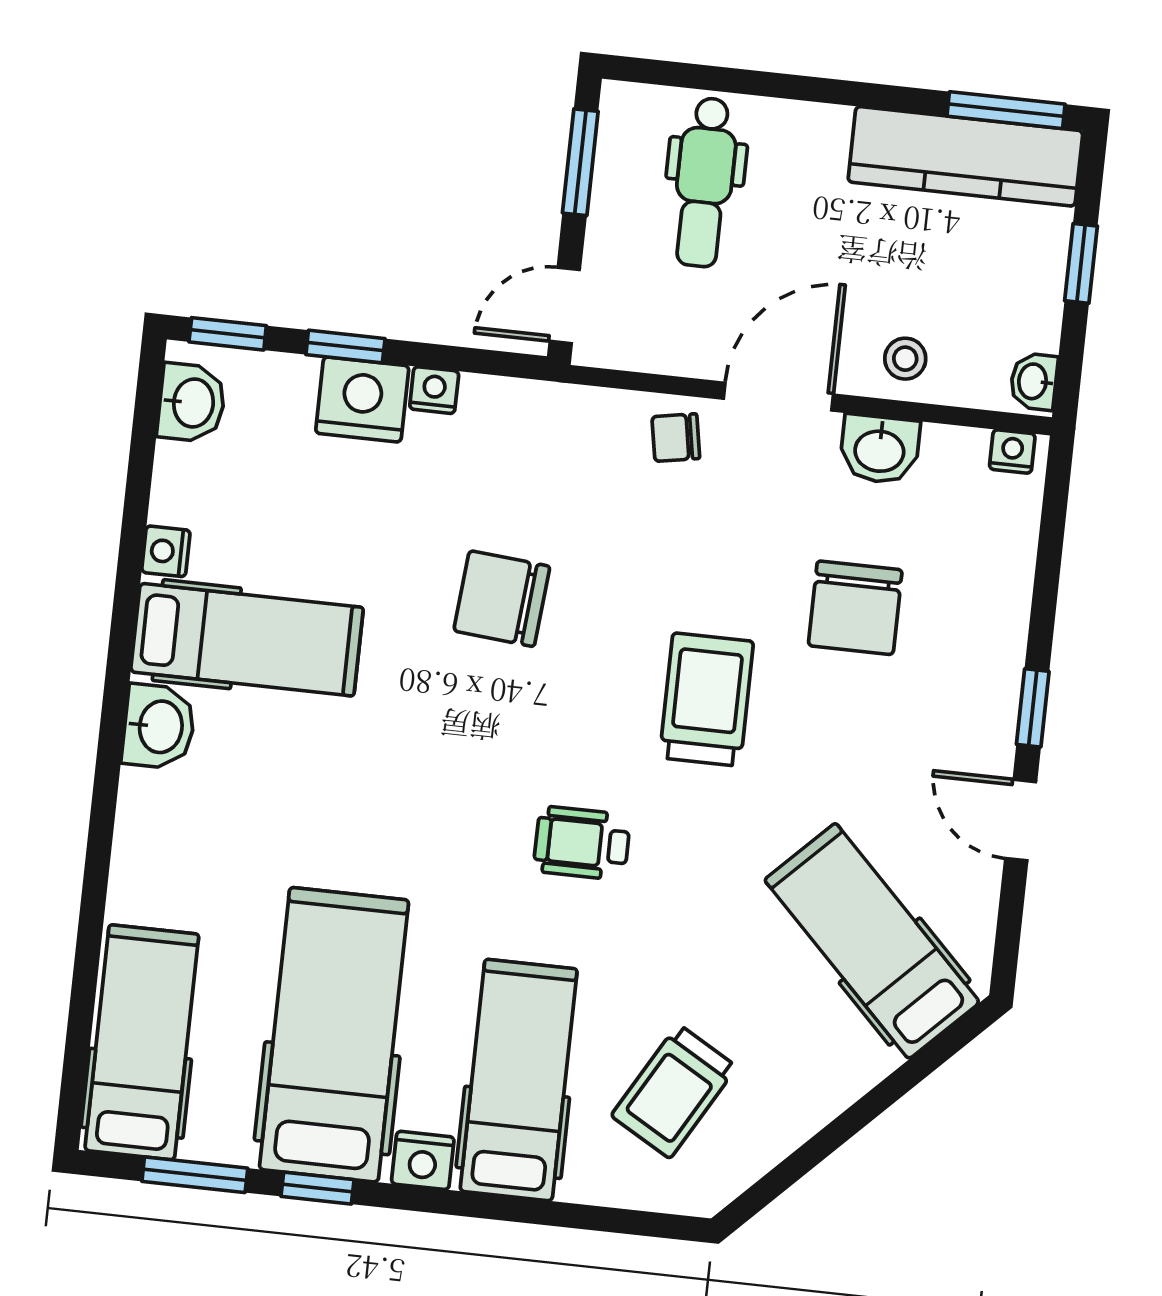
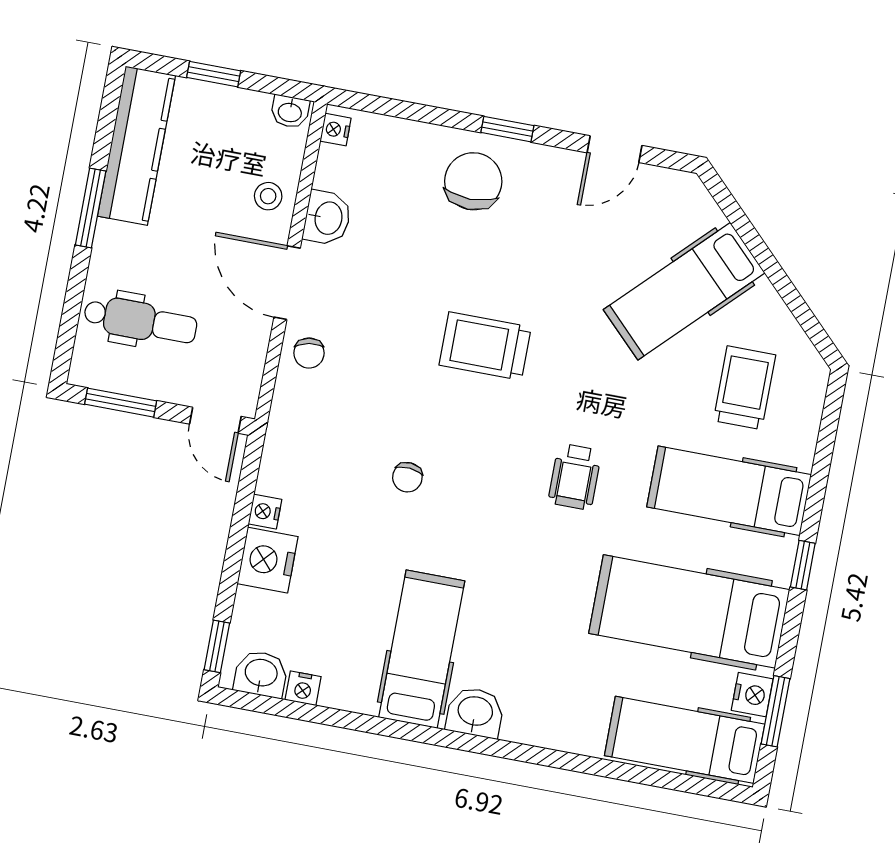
window: (1006, 110) -> (91, 208), moved
window: (345, 347) -> (231, 569), removed
nightstand: (166, 551) -> (303, 688), moved
chair: (502, 599) -> (407, 477), width x0.54, depth x0.54
chair: (855, 608) -> (473, 181), moved, turned -90
door: (1021, 820) -> (614, 149), moved
wheelchair: (582, 843) -> (575, 477), moved
hospital bed: (872, 941) -> (684, 291), moved
trolley: (674, 1091) -> (744, 388), turned -120
nightstand: (423, 1160) -> (752, 695), moved
window: (318, 1188) -> (803, 565), moved

